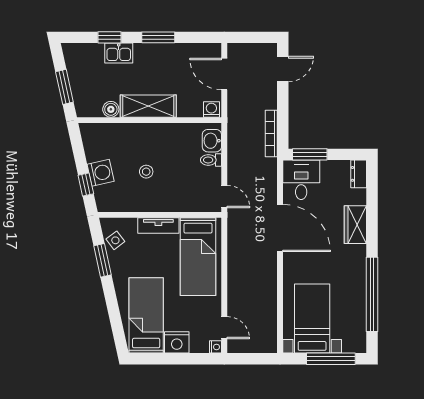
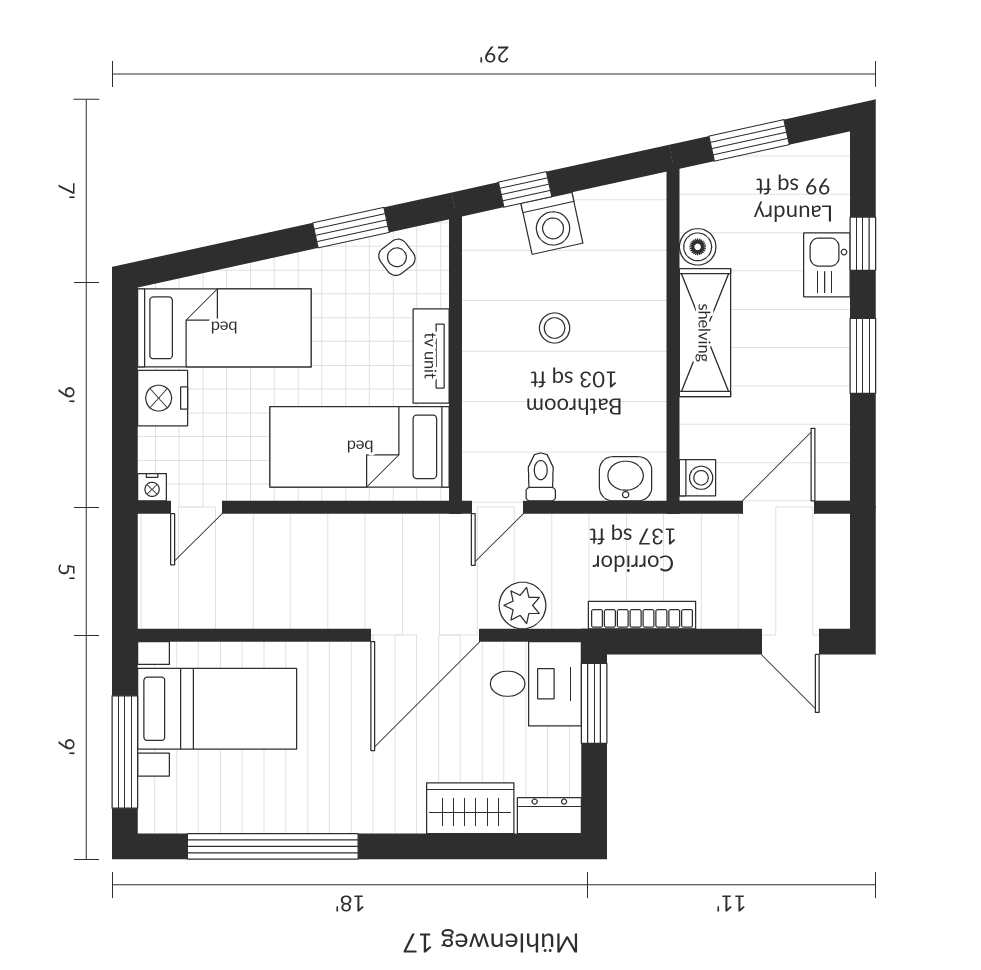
toilet: (211, 160) -> (541, 477), moved
plant: (267, 186) -> (522, 605), added
wardrobe: (355, 225) -> (470, 808), moved

